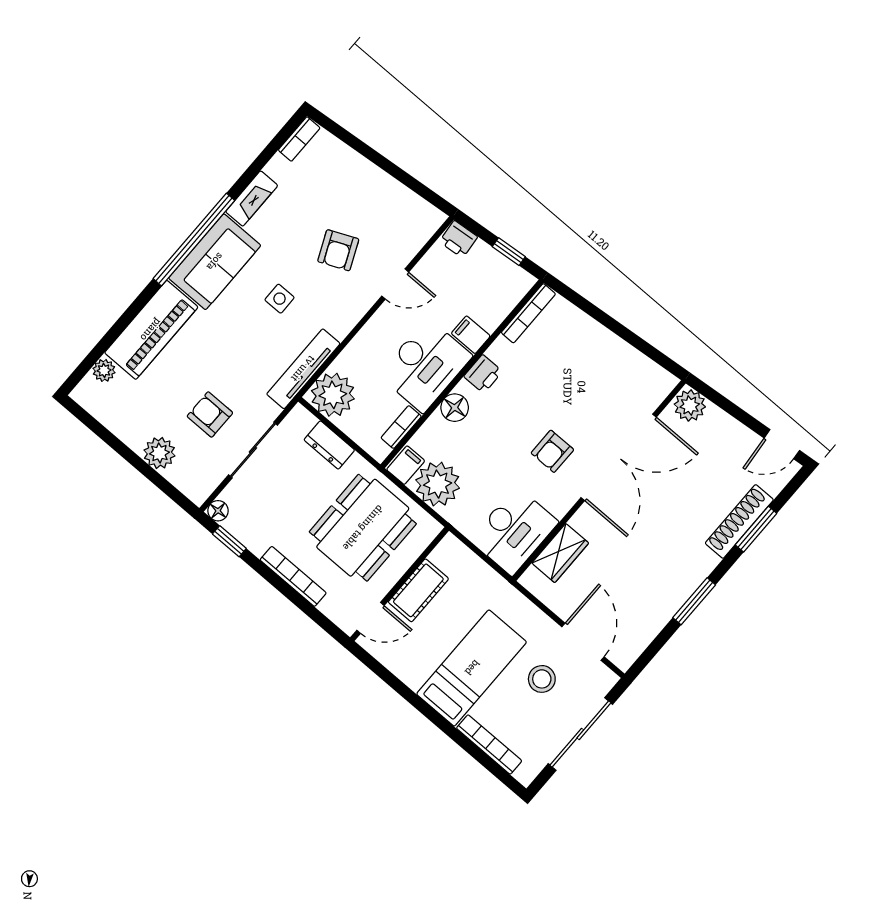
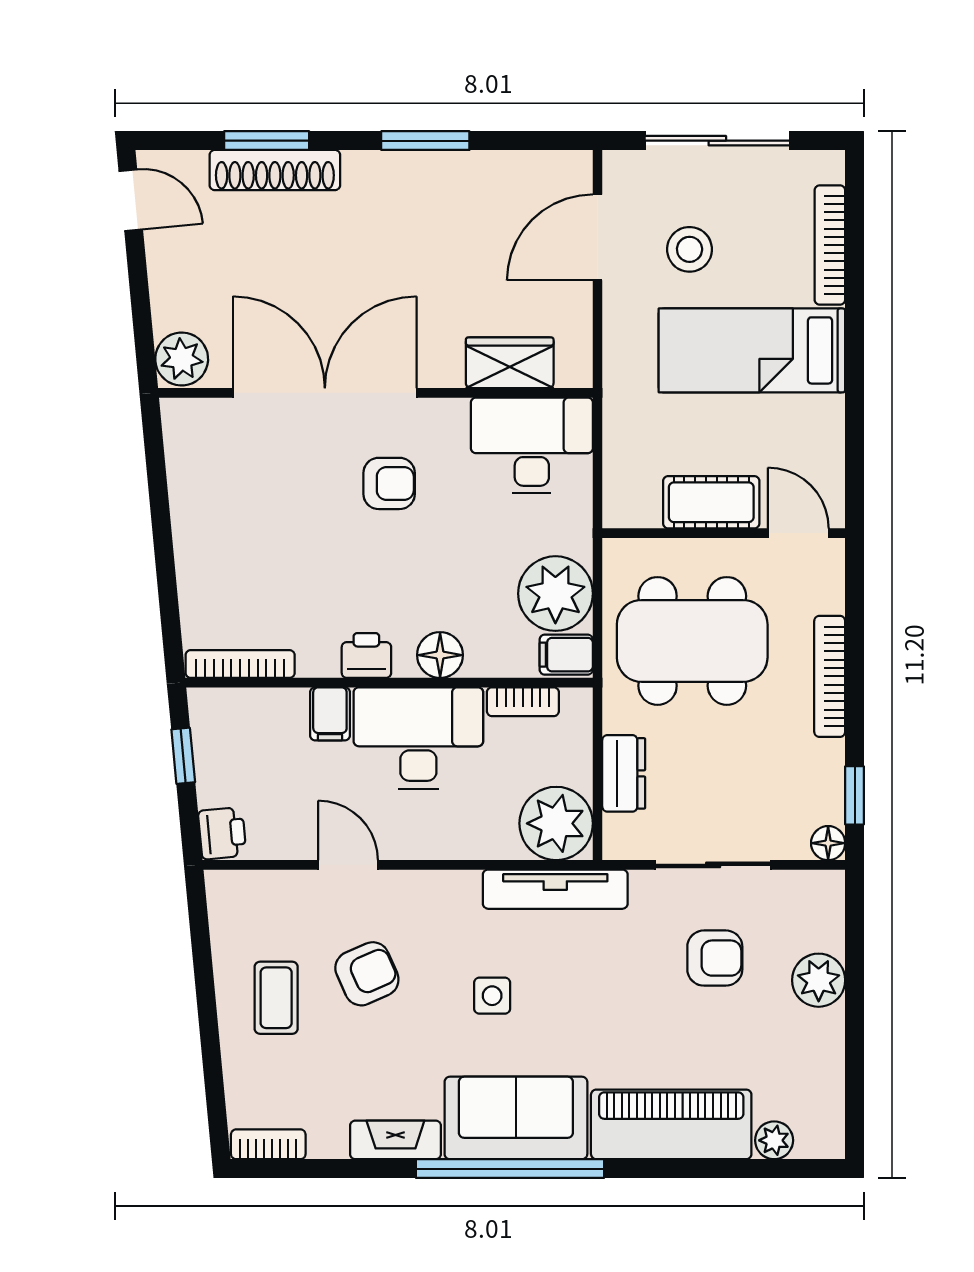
coffee table: (363, 200) -> (276, 998), added
armchair: (210, 414) -> (715, 958), turned -90

